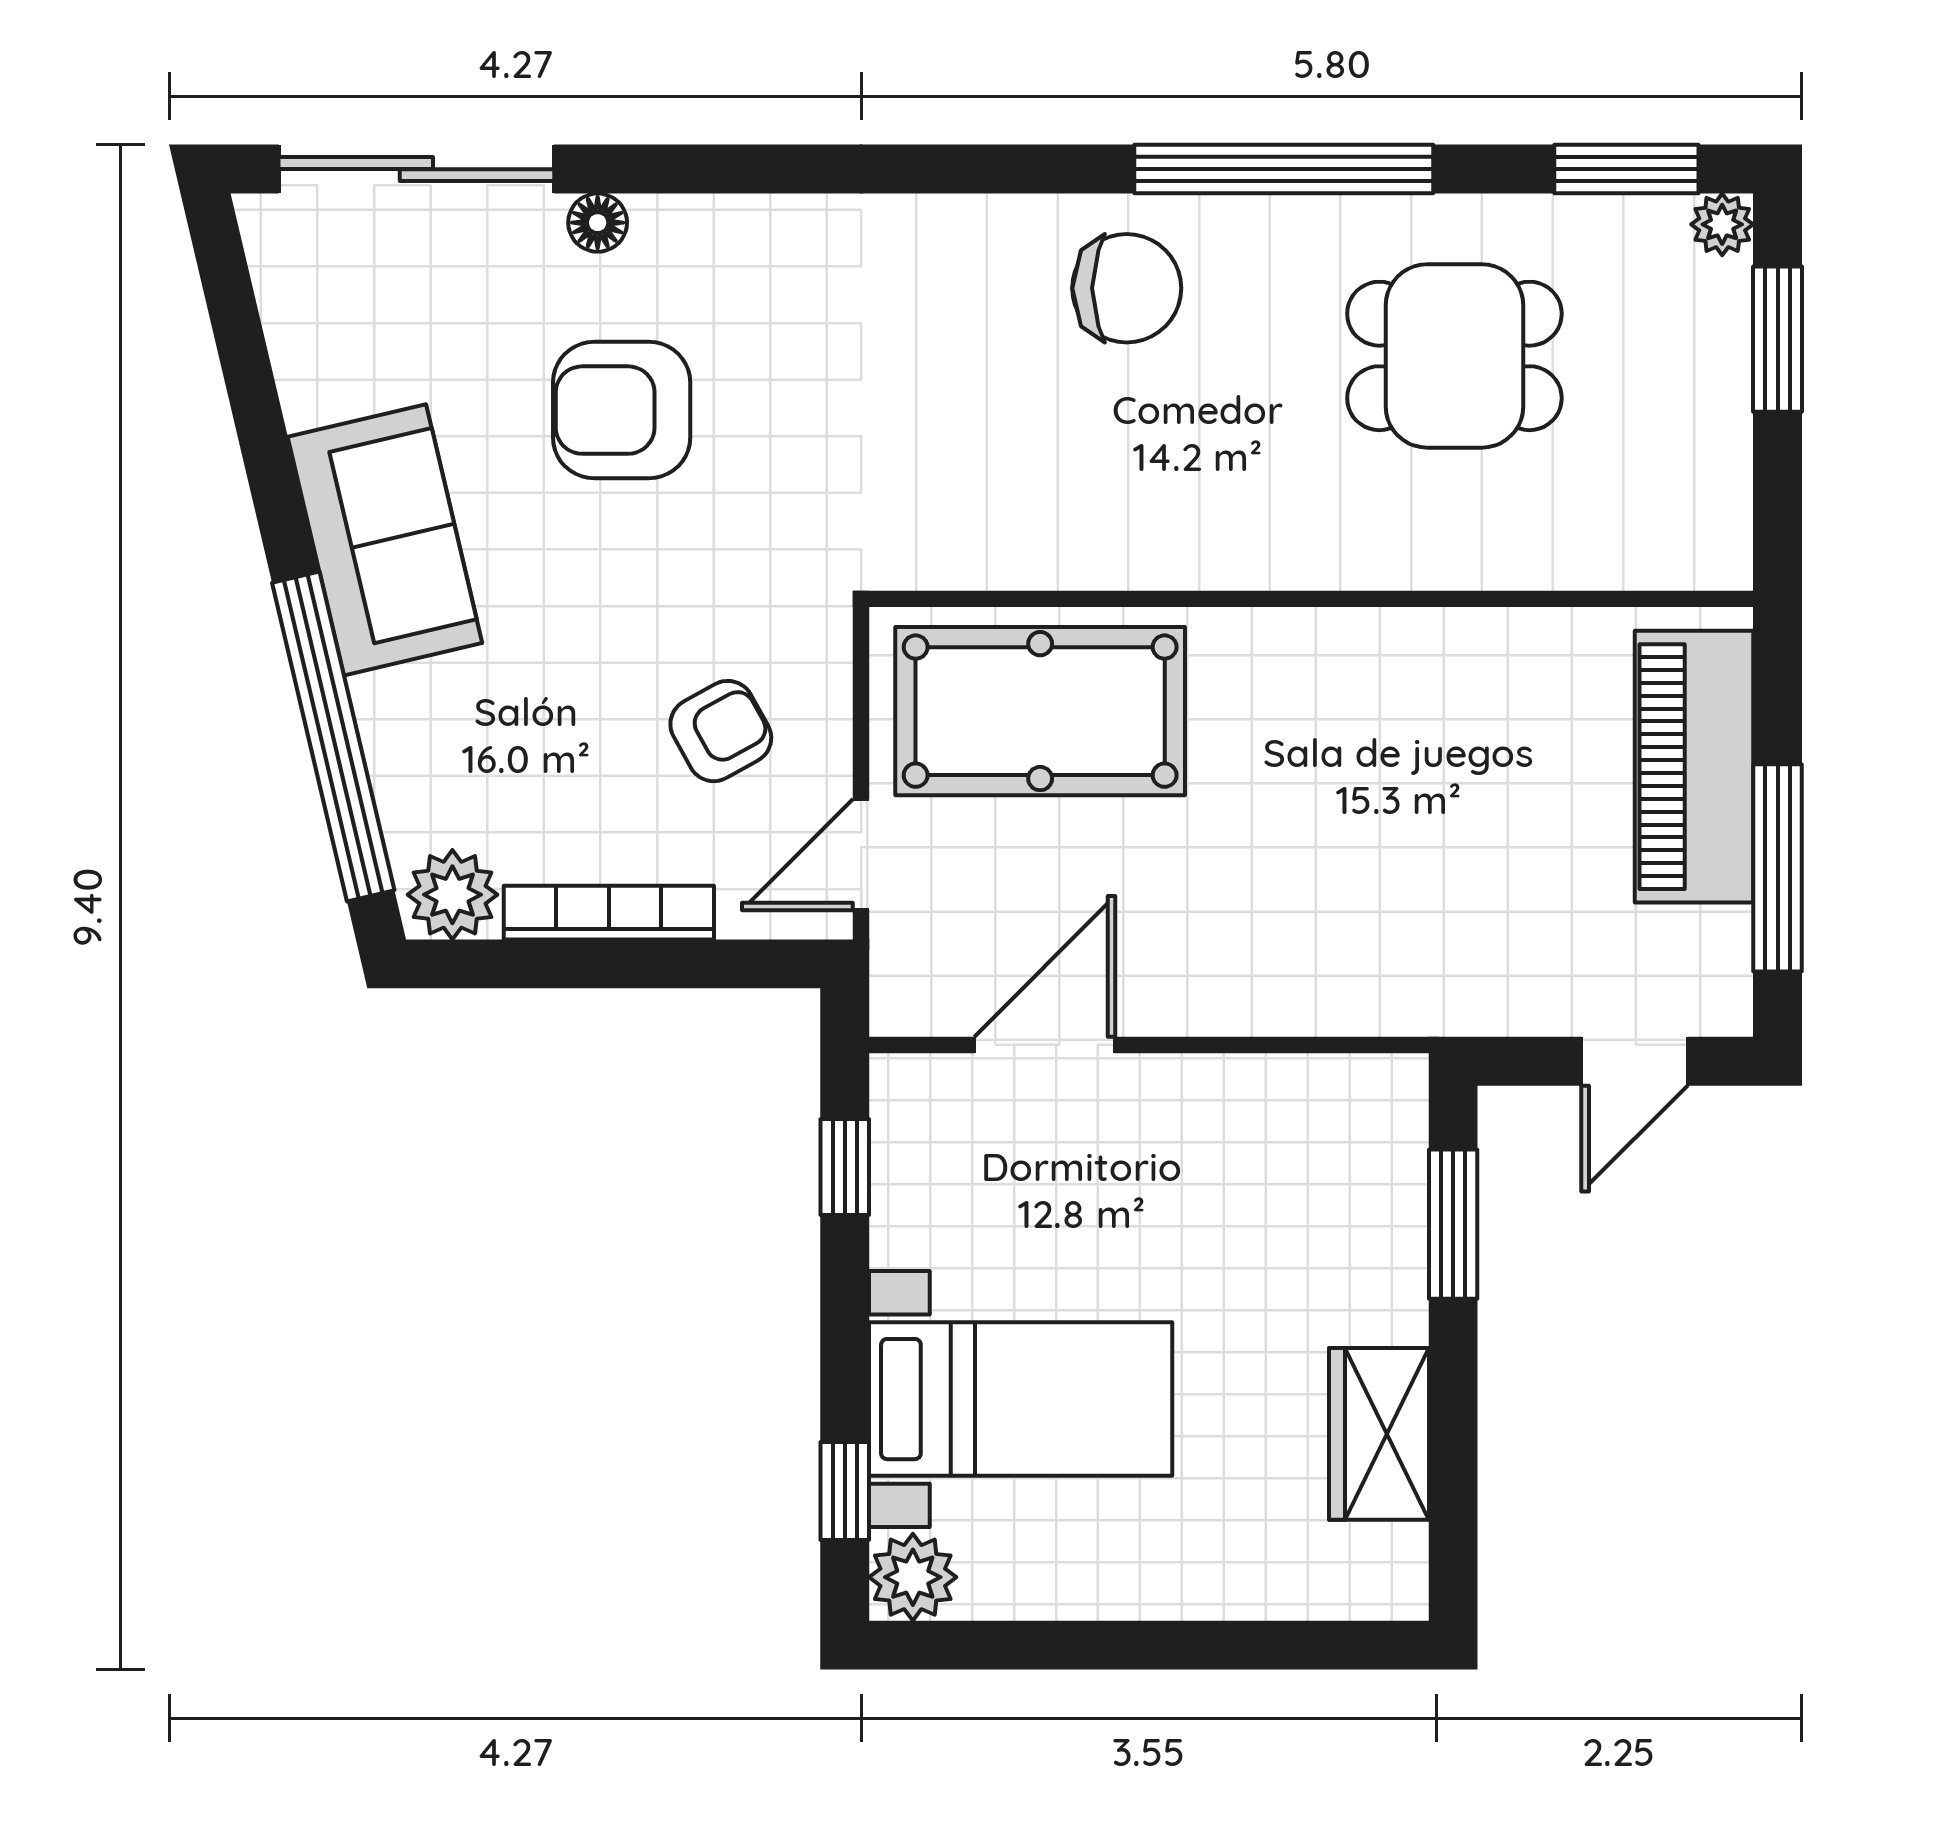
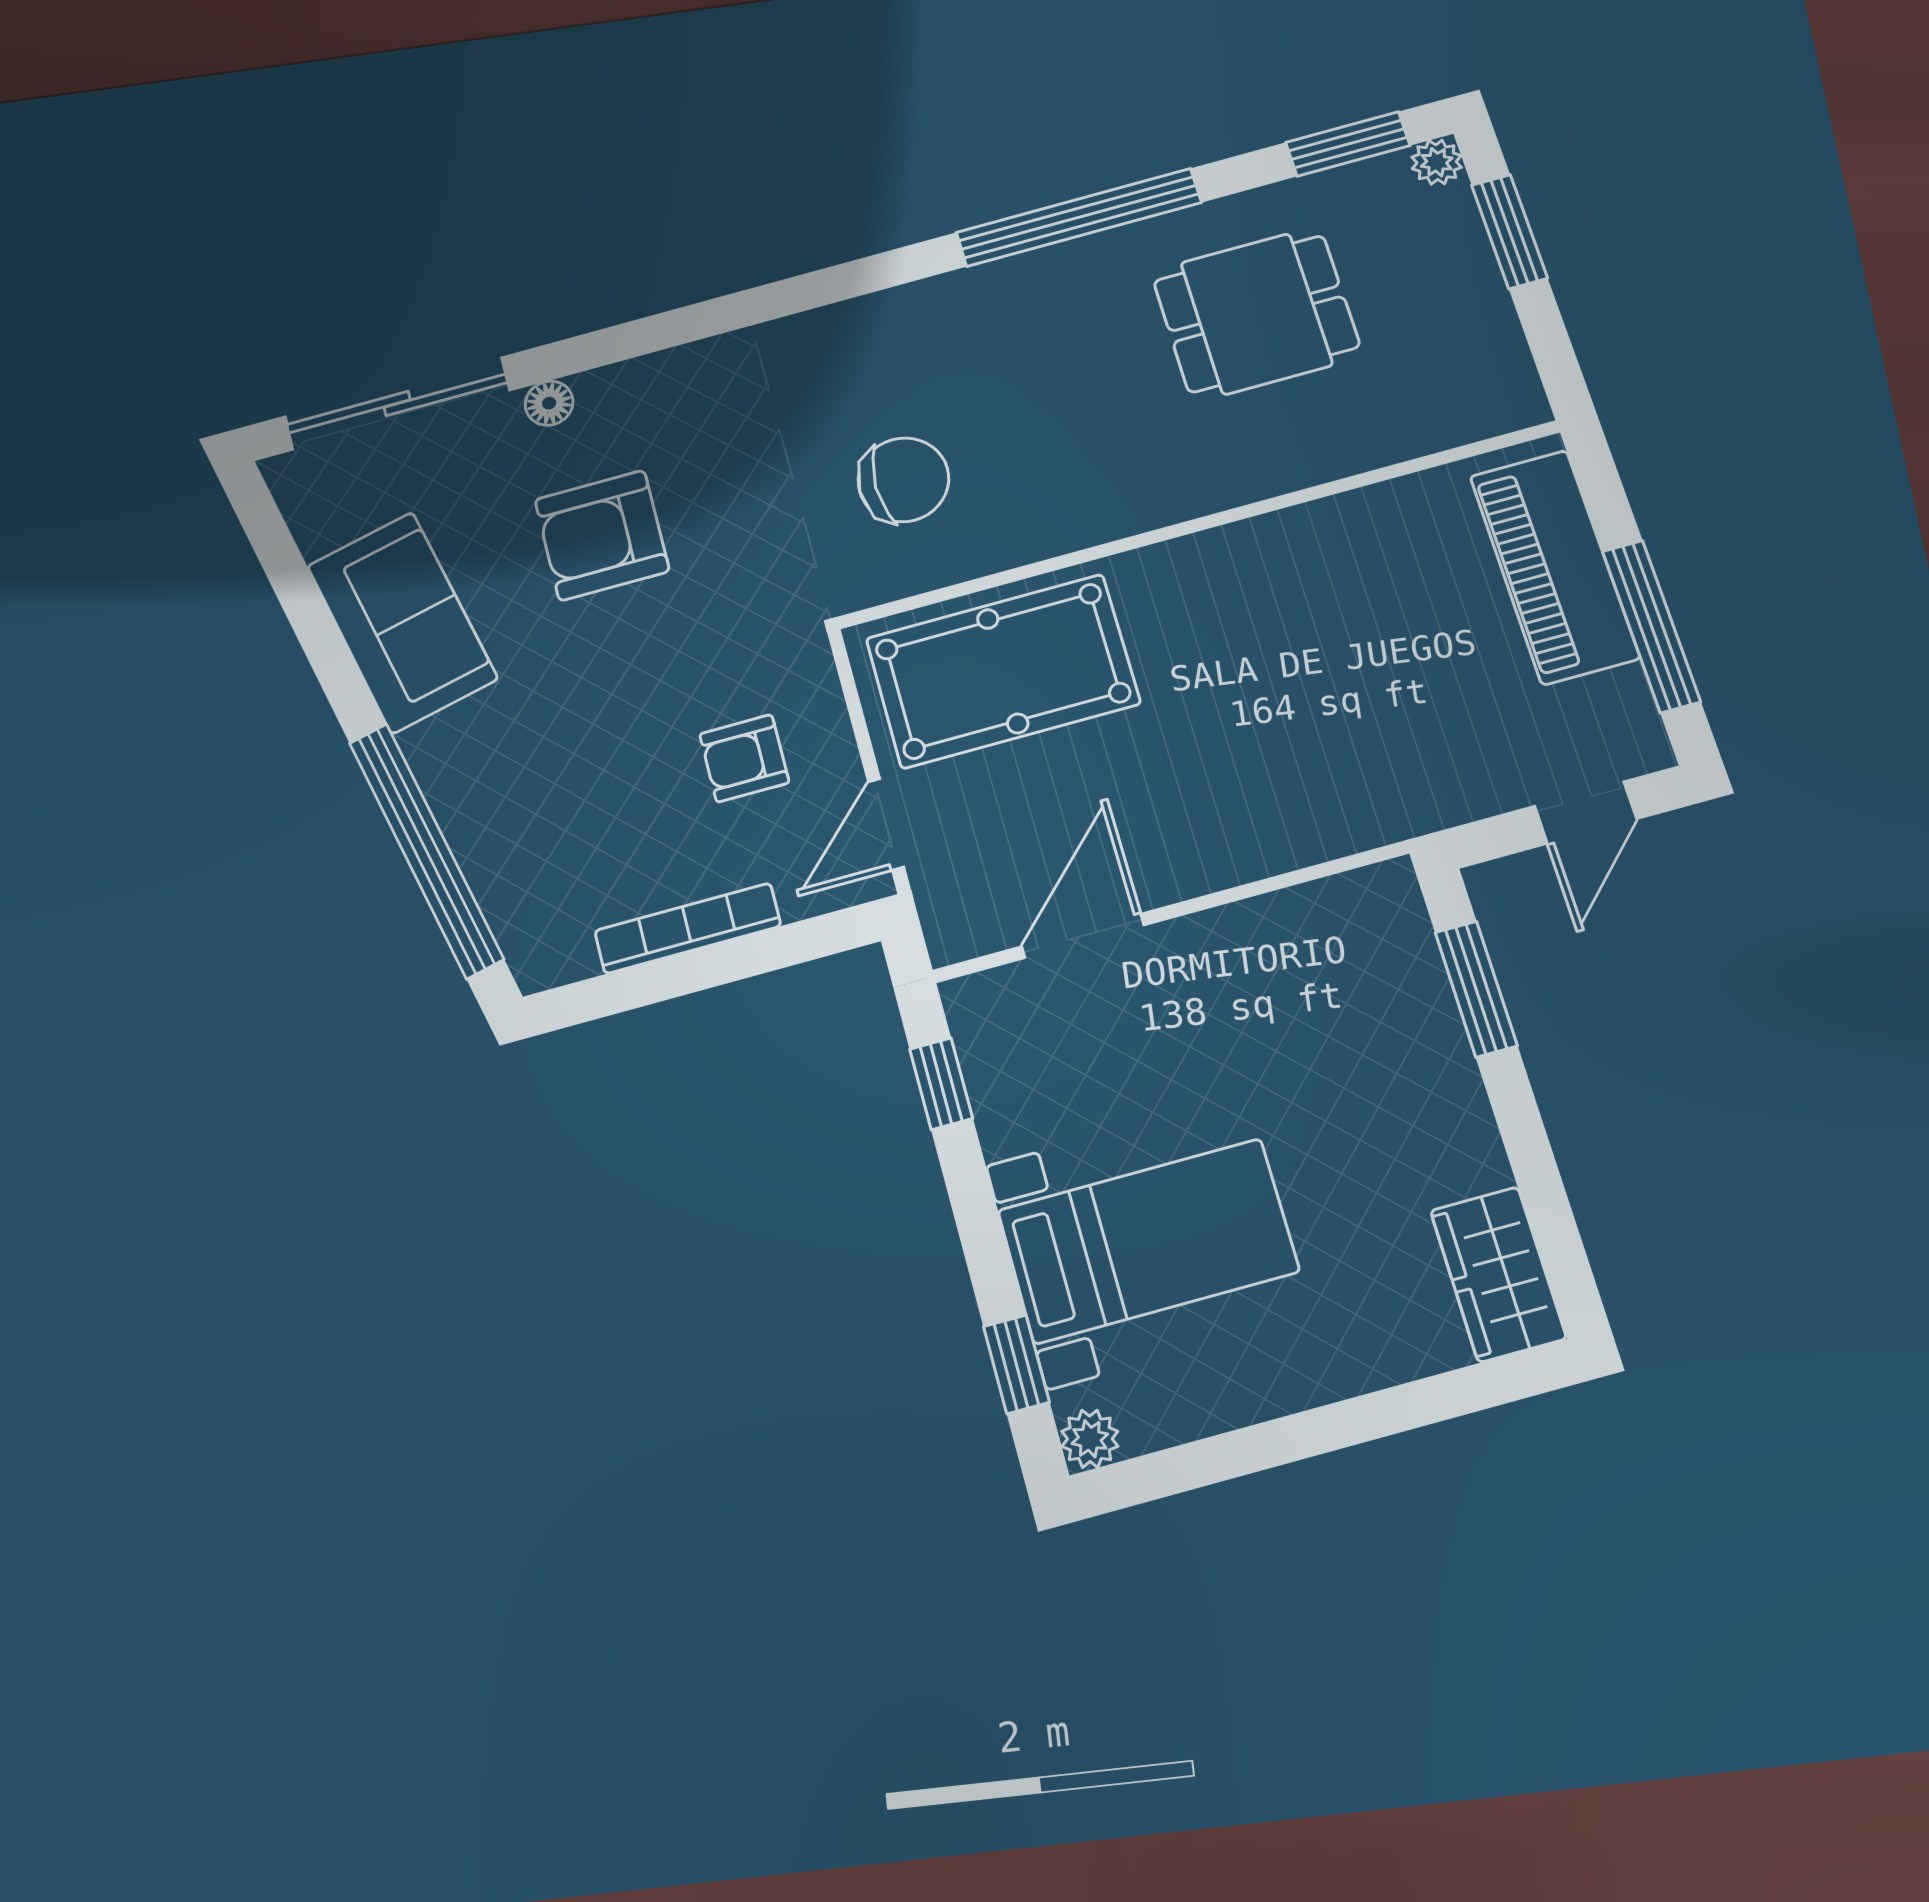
chair: (1127, 288) -> (903, 480), moved
sofa: (385, 540) -> (402, 622), moved
armchair: (721, 731) -> (744, 758), turned -151
plant: (452, 895) -> (554, 950), removed
wardrobe: (1379, 1434) -> (1498, 1274), moved
plant: (913, 1577) -> (1090, 1439), width x0.73, depth x0.73

